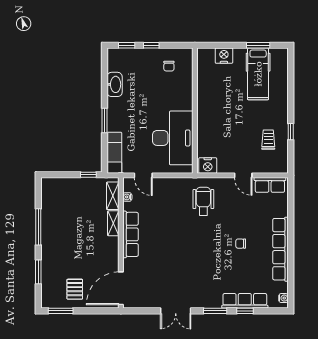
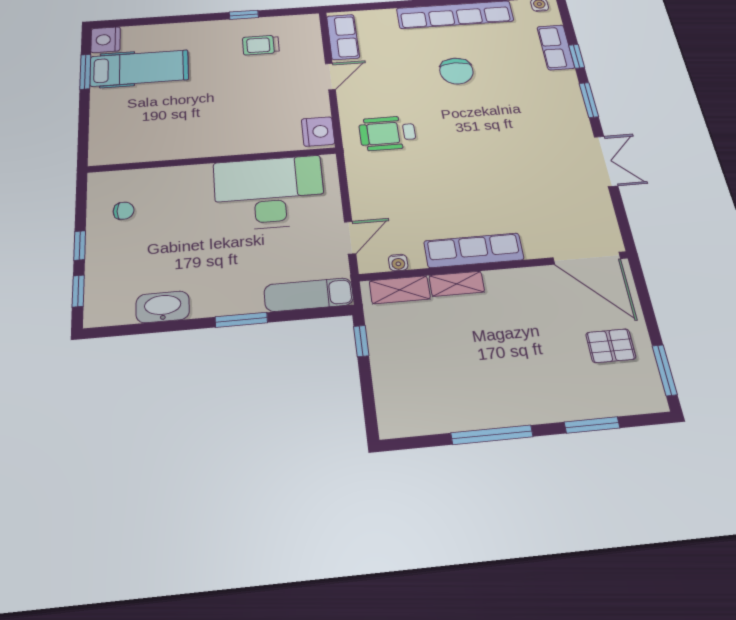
nightstand: (224, 56) -> (106, 40), moved
chair: (241, 244) -> (456, 71), width x1.87, depth x1.87
row of seats: (245, 301) -> (556, 47), width x0.68

